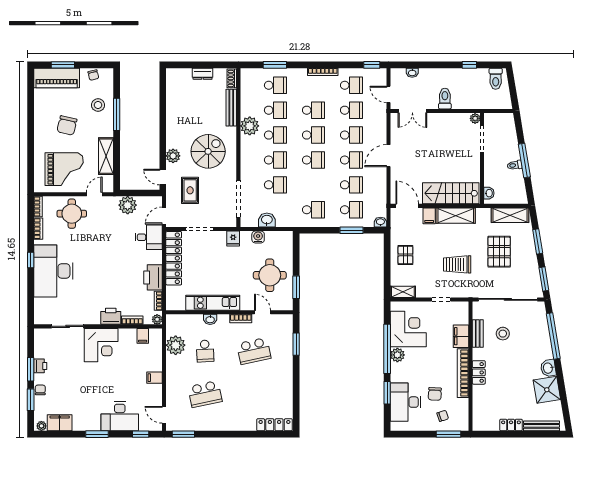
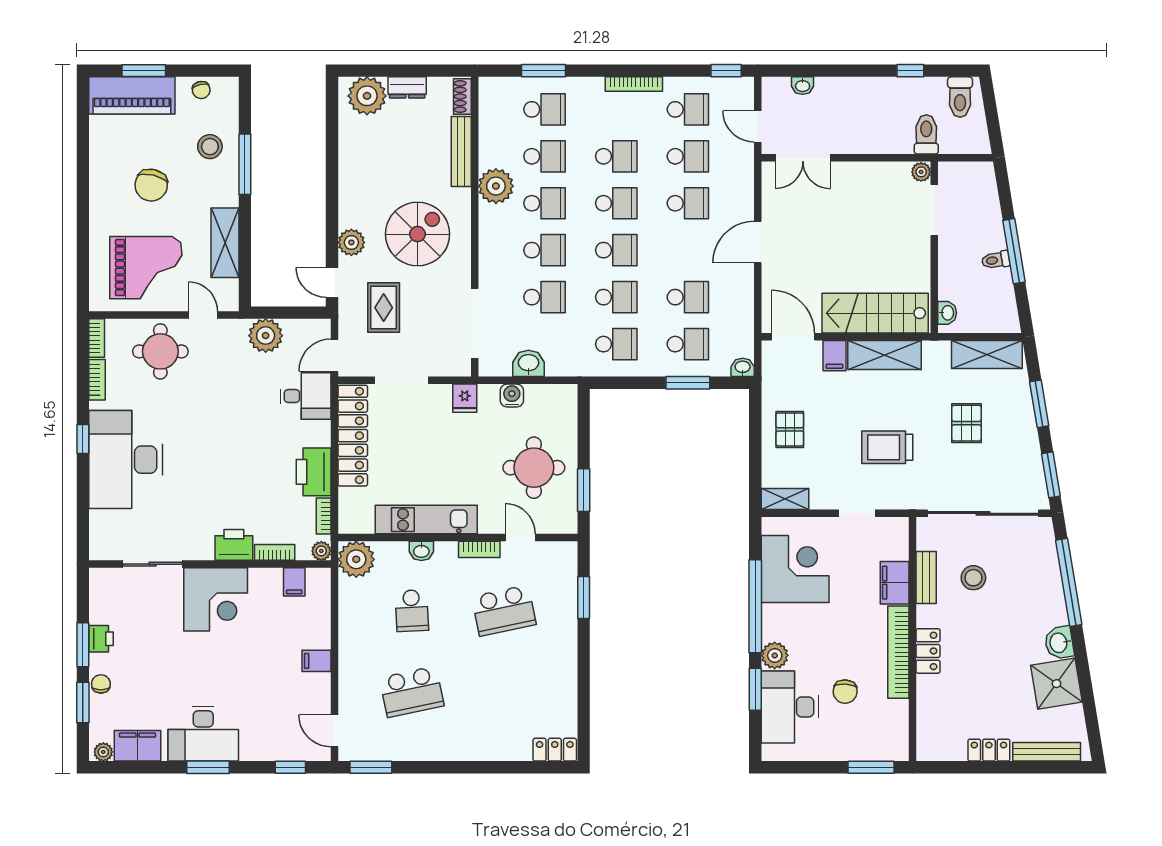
plant: (181, 78) -> (367, 96), added
toilet: (445, 99) -> (926, 134), moved
school desk: (351, 160) -> (616, 297), moved
door: (94, 194) -> (203, 315), hinge flipped
pallet: (499, 252) -> (966, 423), width x0.67, depth x0.71
plant: (176, 345) -> (356, 559), moved
plant: (397, 355) -> (775, 655), moved
desk: (120, 416) -> (203, 734), moved
chair: (443, 416) -> (860, 733), removed
locker: (274, 425) -> (555, 750), width x0.66

